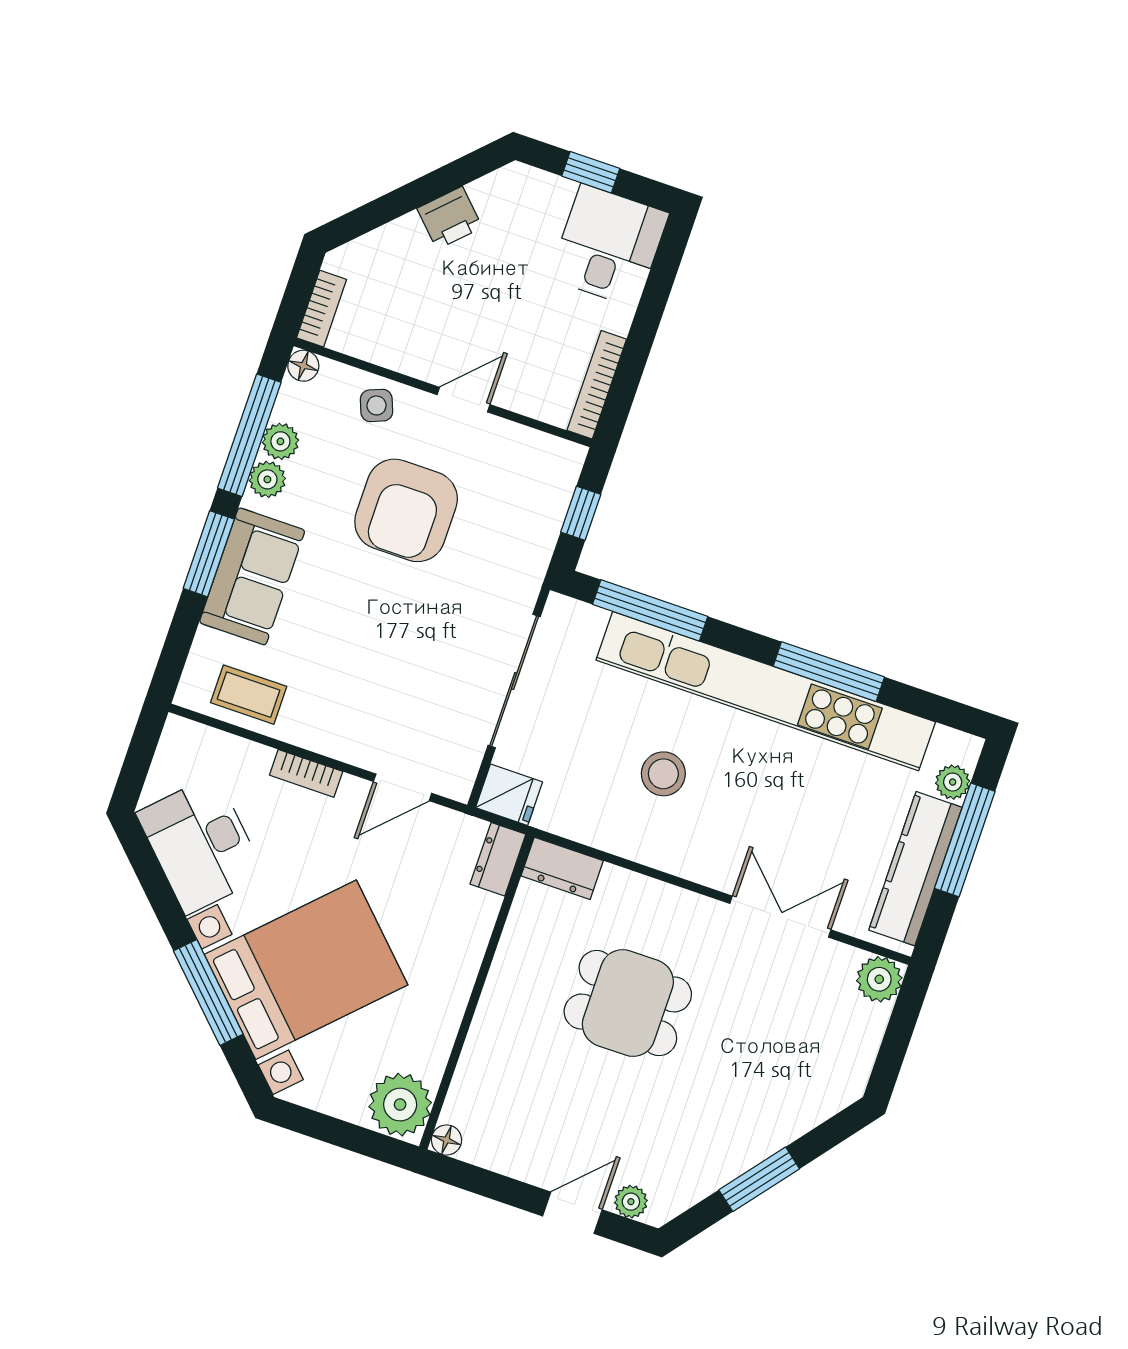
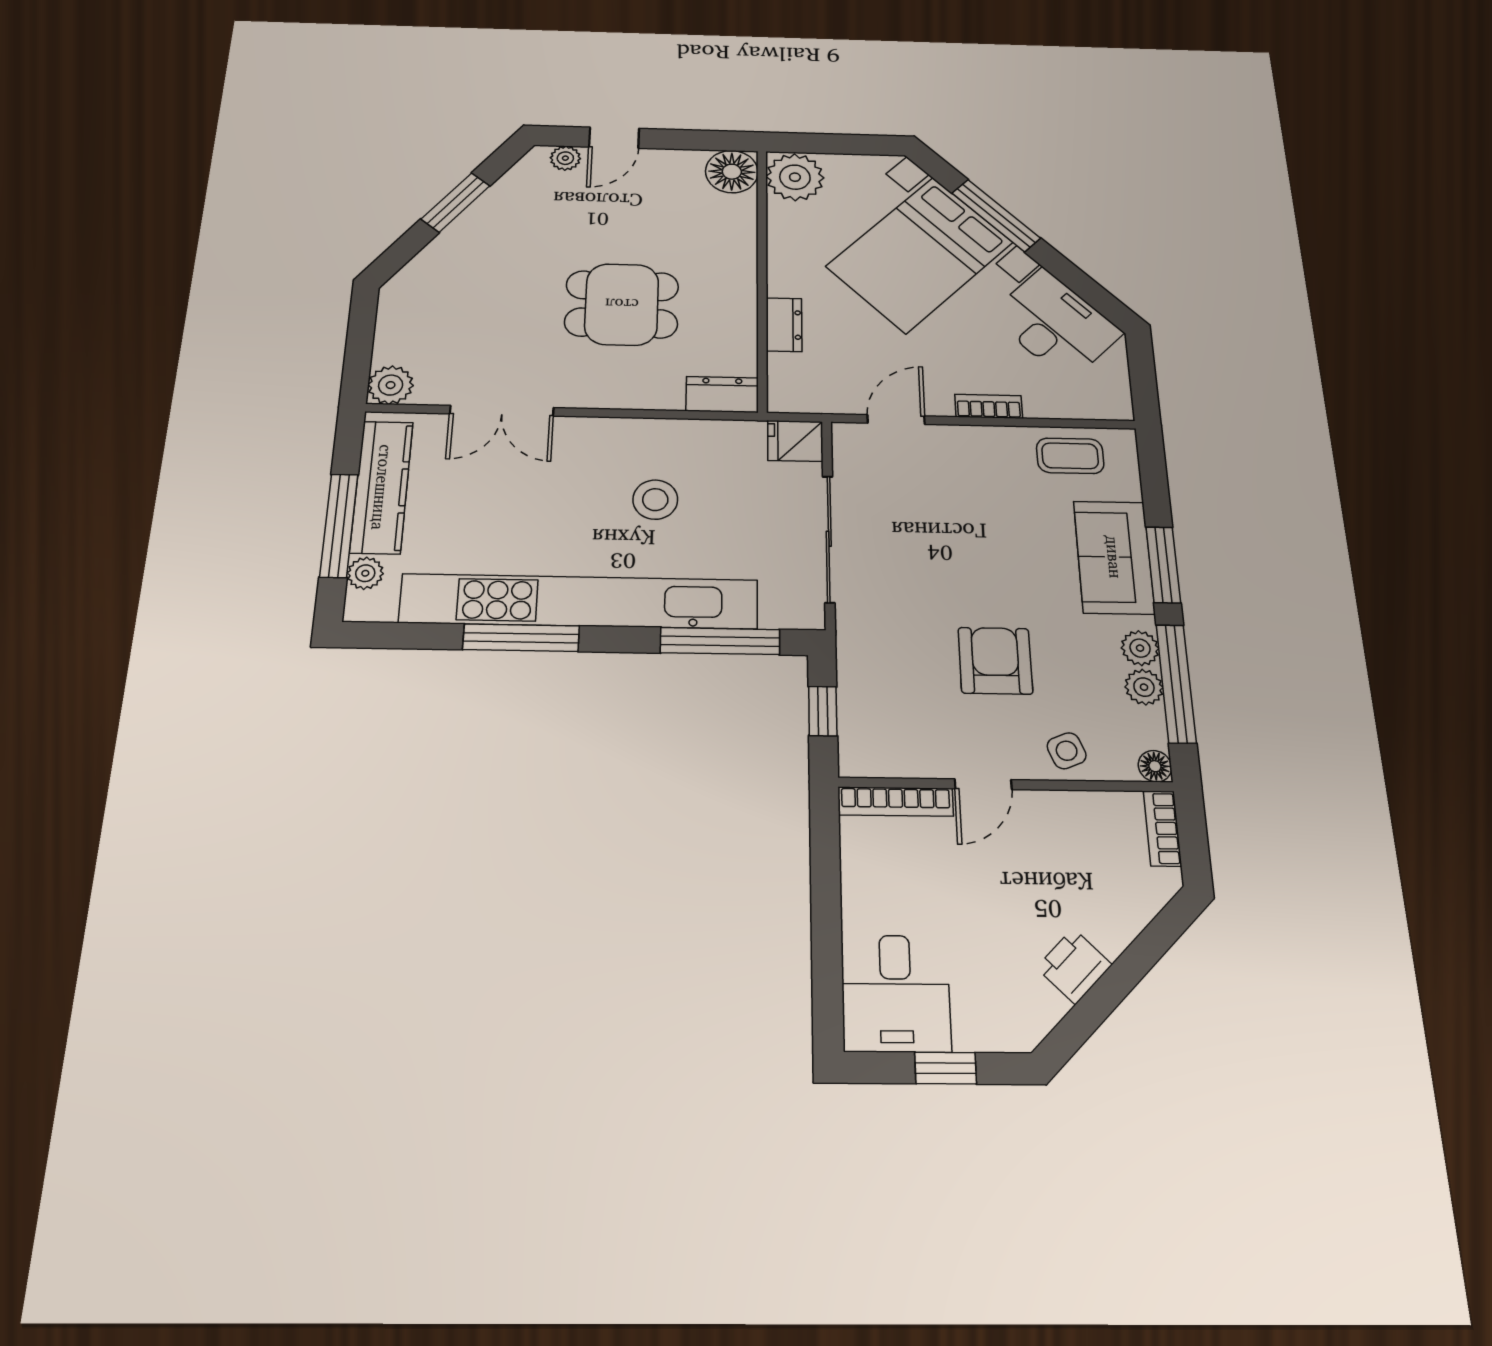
bookcase: (597, 385) -> (896, 802), moved, turned 90
armchair: (406, 510) -> (995, 661), width x0.73, depth x0.73
dresser: (498, 859) -> (784, 325), moved
floor lamp: (446, 1140) -> (732, 172), width x1.89, depth x1.89

